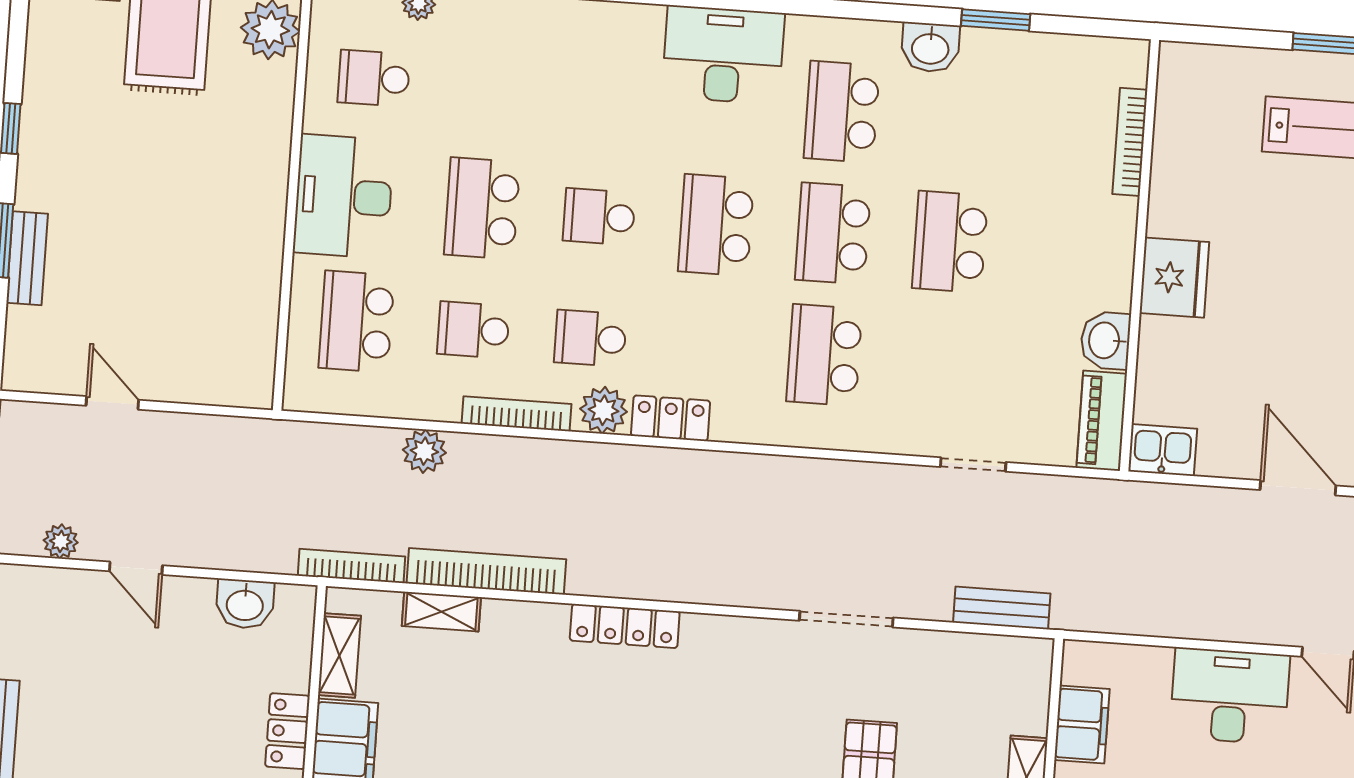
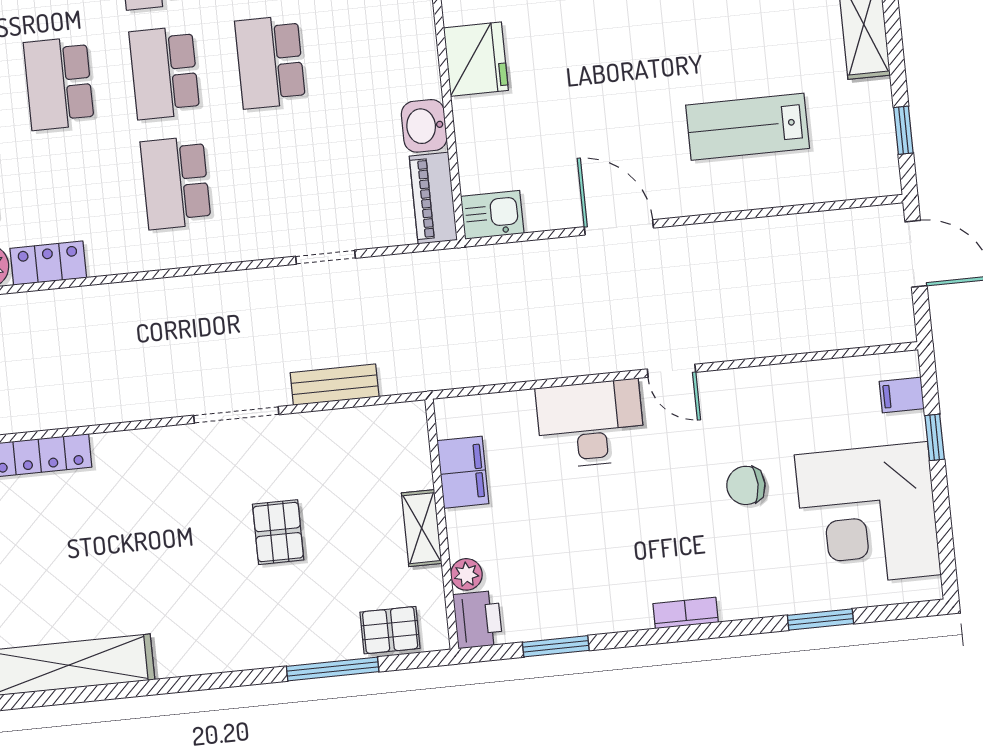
bench: (1002, 608) -> (335, 385), moved

